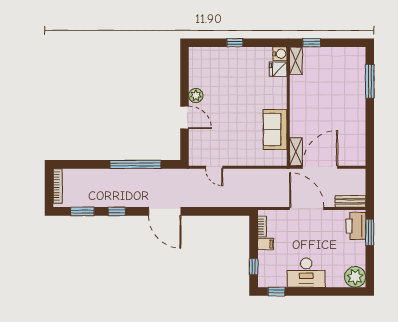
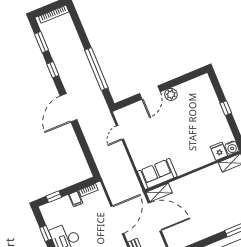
sofa: (275, 129) -> (157, 174), moved
window: (276, 292) -> (46, 233), moved

